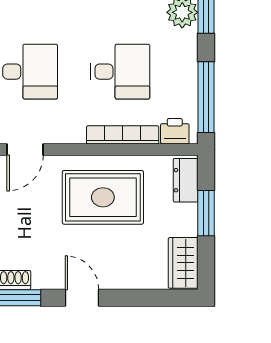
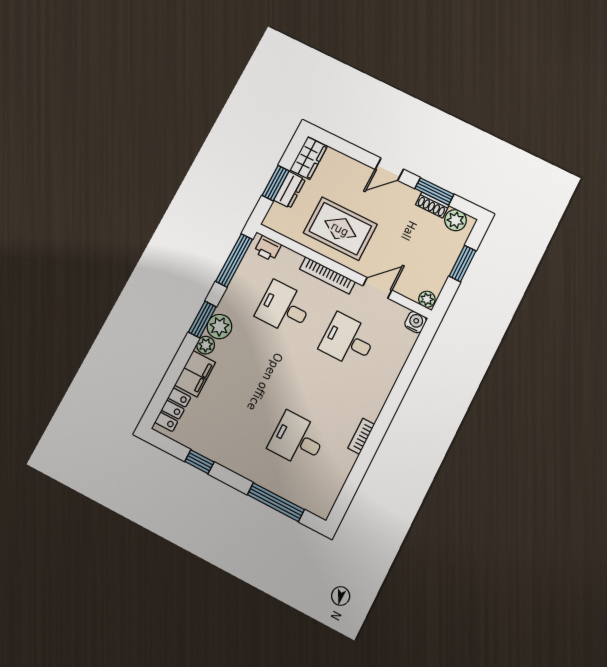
bookcase: (123, 135) -> (327, 275), moved
dresser: (186, 180) -> (290, 190), moved
door: (82, 298) -> (389, 169), hinge flipped

